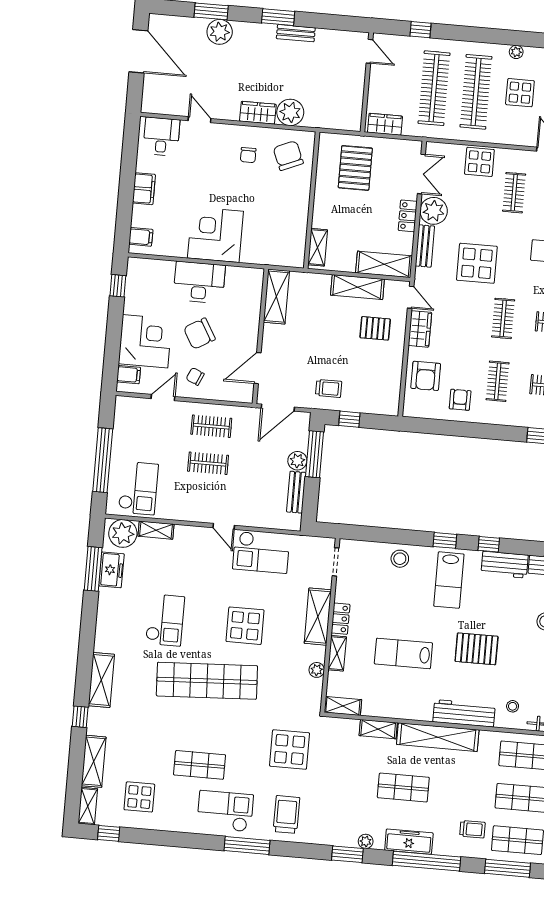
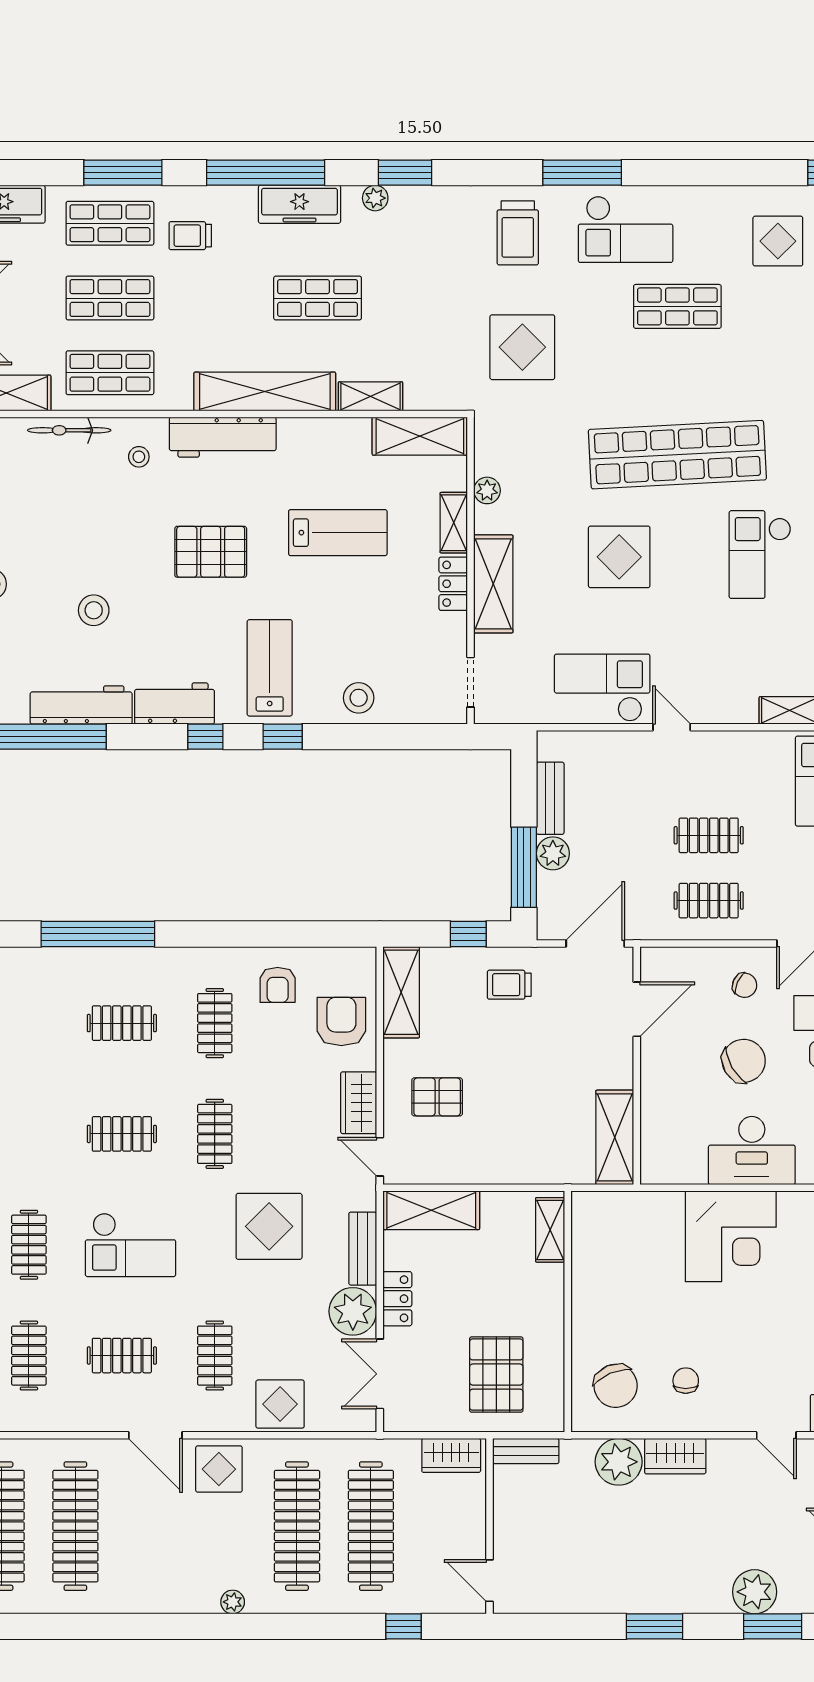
bench: (296, 33) -> (526, 1451), moved
display table: (520, 93) -> (219, 1469), moved
shelving: (357, 287) -> (401, 992), moved, turned 90
shelving: (343, 706) -> (420, 436), width x1.50, depth x1.33

